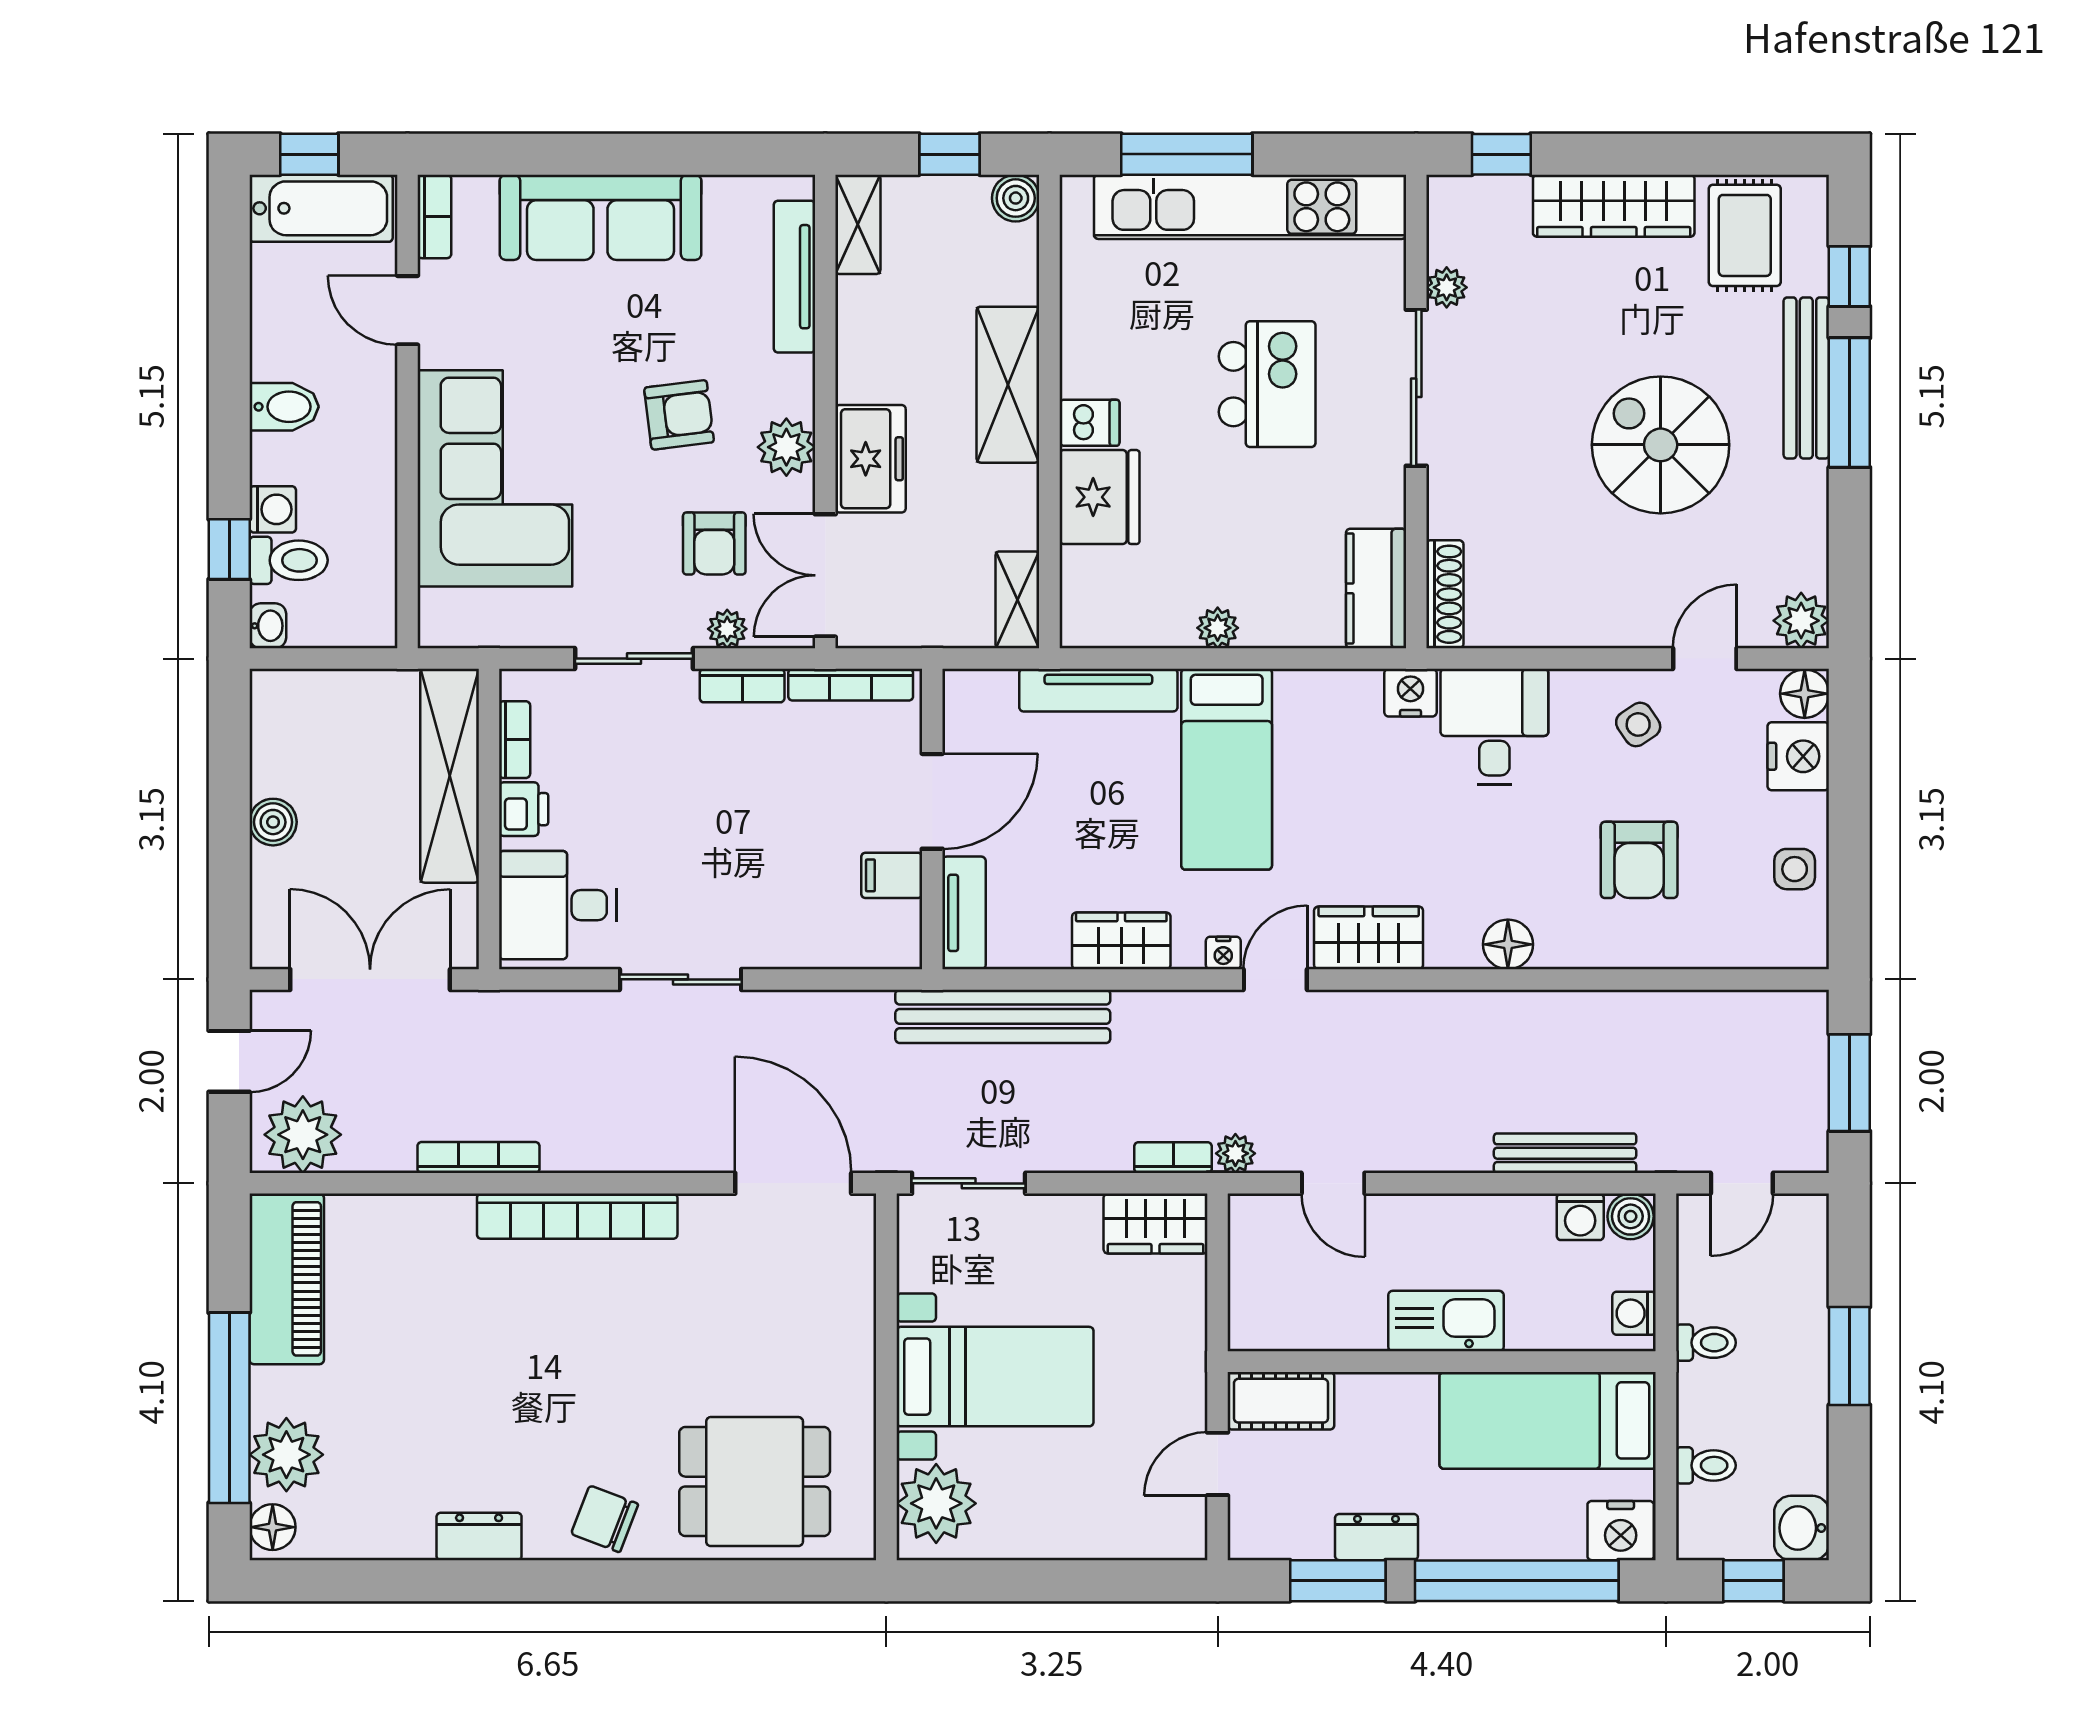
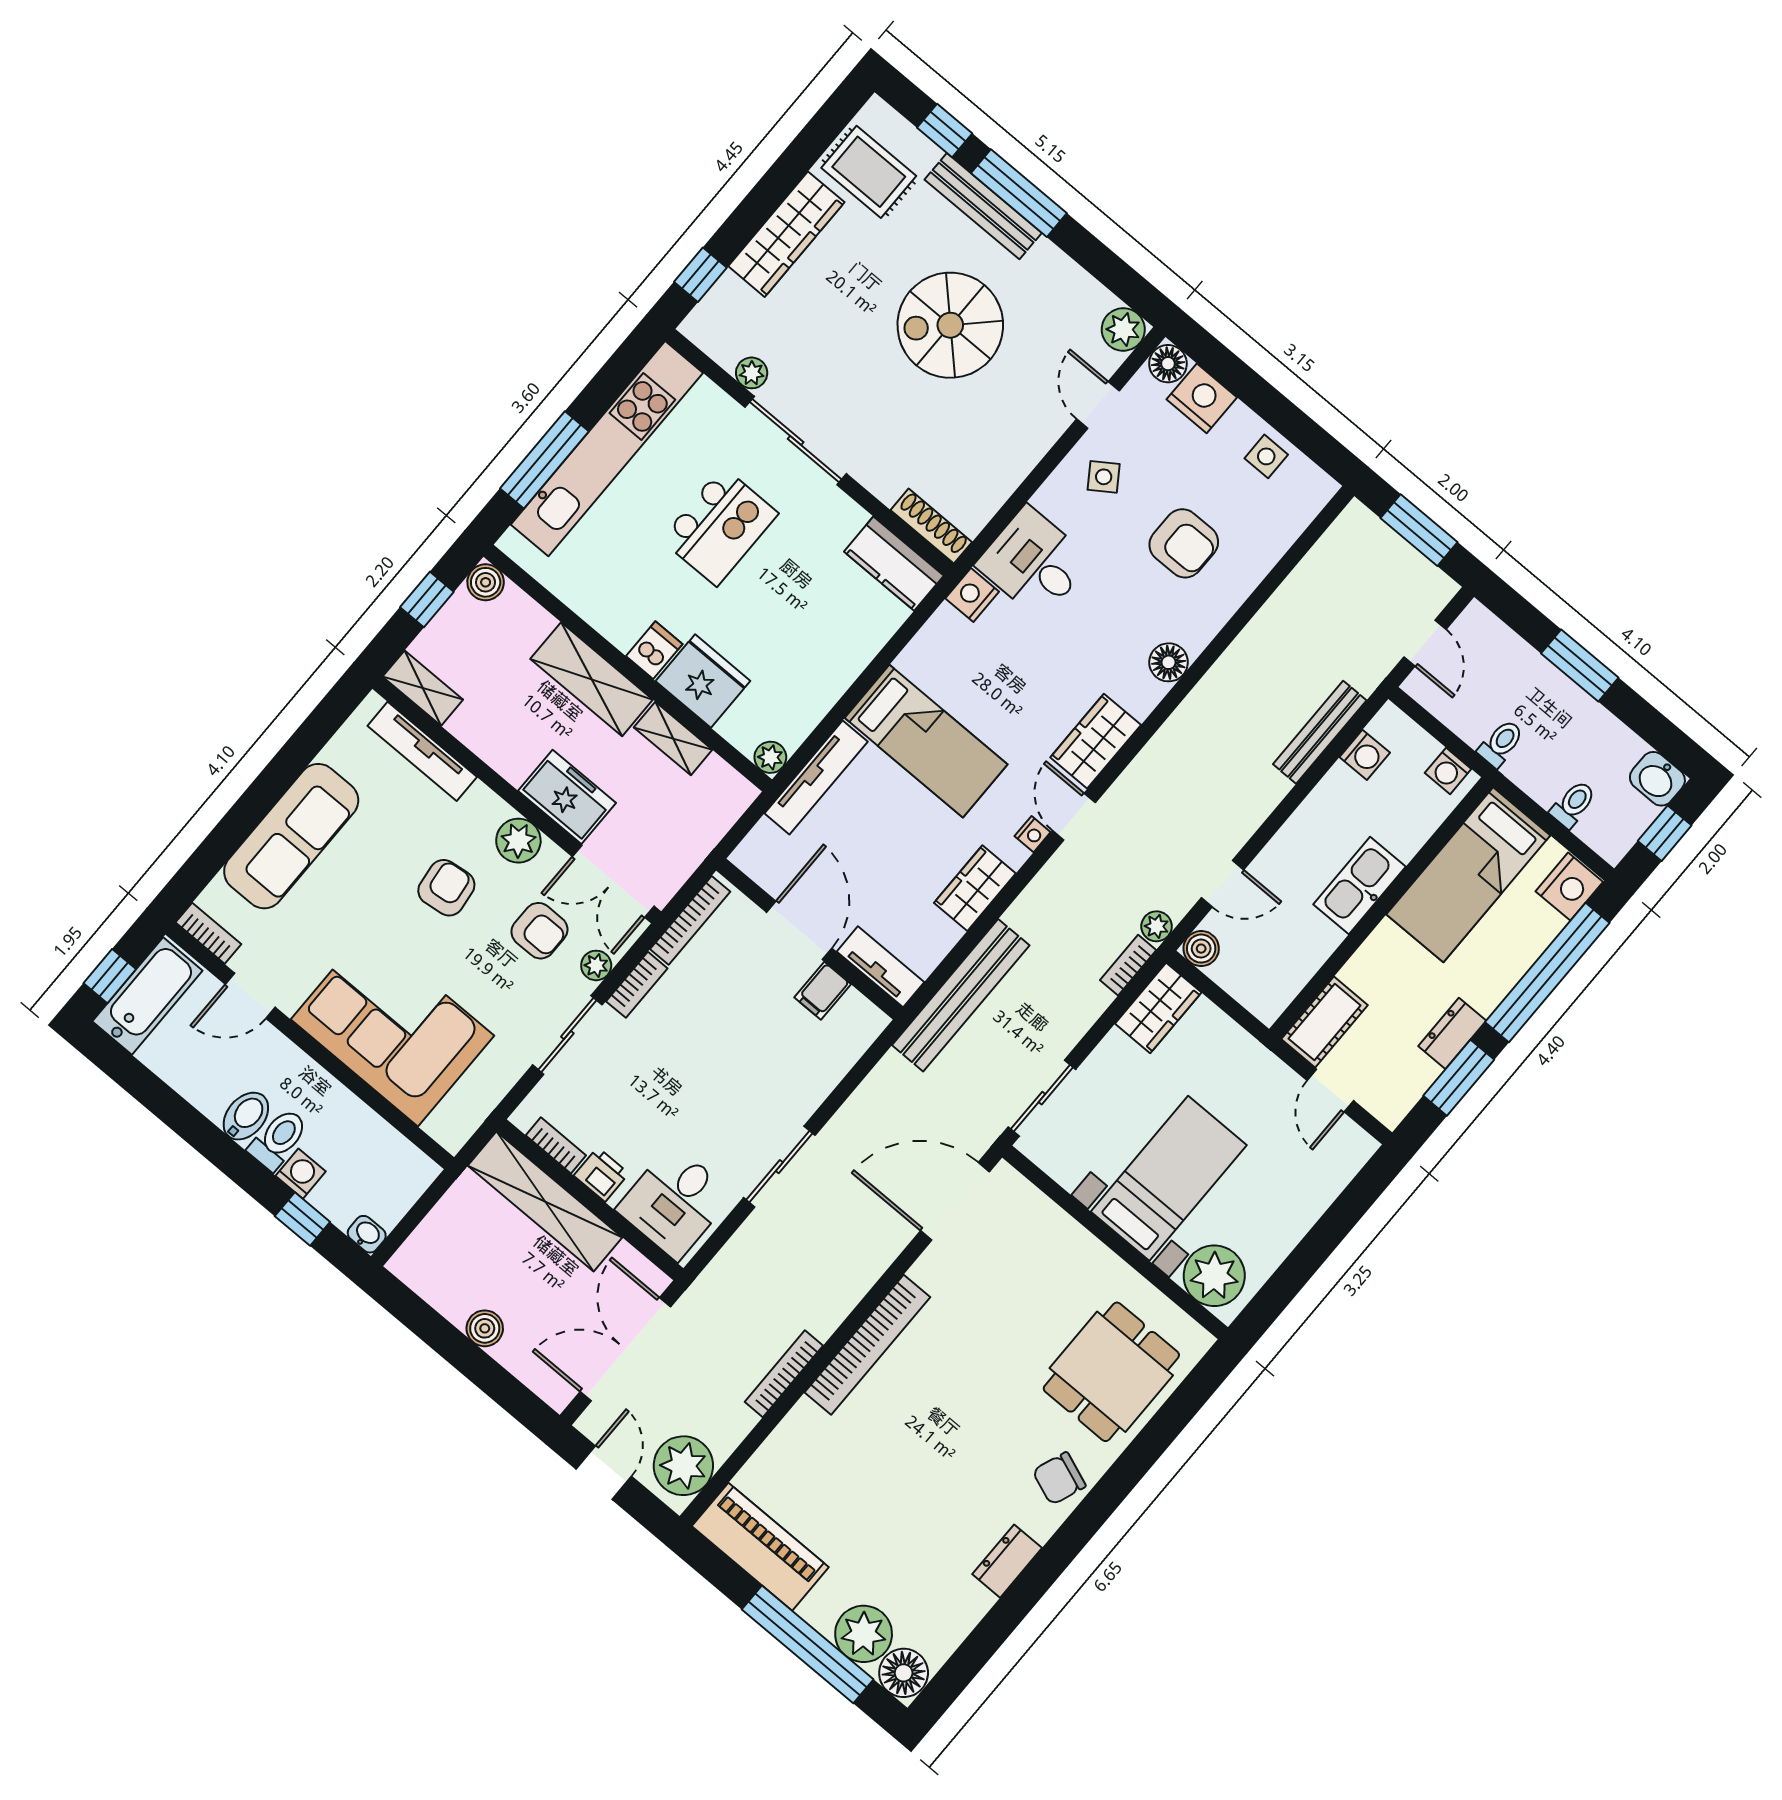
kitchen island: (1267, 384) -> (720, 526), turned 90
toilet: (289, 560) -> (278, 1139), moved
shelving: (1017, 600) -> (673, 738), moved
plant: (1218, 628) -> (770, 757), moved
boiler: (1631, 1216) -> (1201, 949), moved
floor lamp: (273, 1527) -> (904, 1673), width x1.38, depth x1.38

